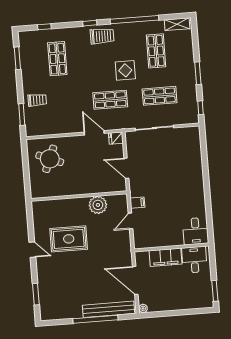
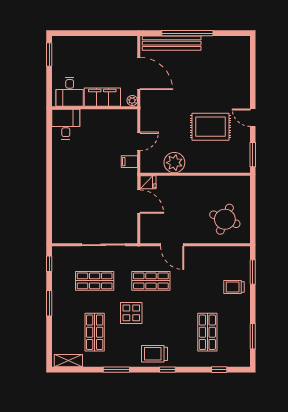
window: (134, 20) -> (116, 370), width x0.47
fridge: (116, 138) -> (148, 182), moved
window: (36, 294) -> (253, 155), moved
plant: (143, 308) -> (132, 101), moved

